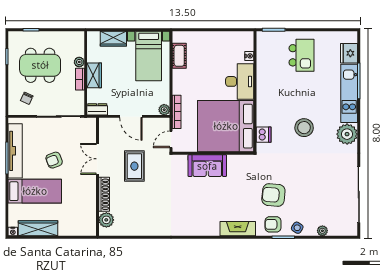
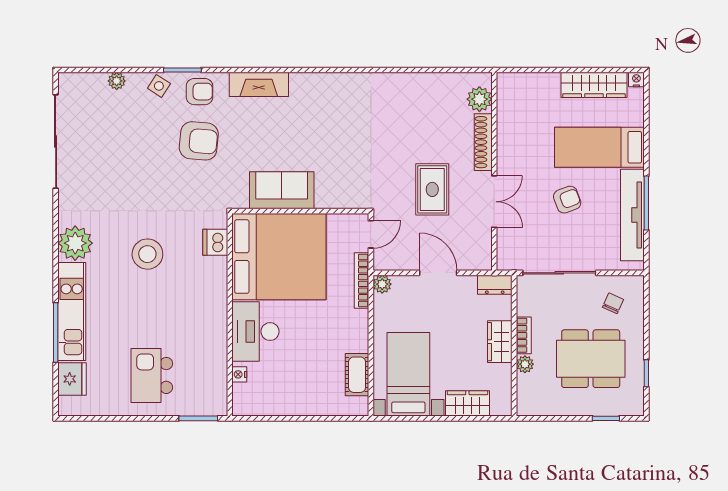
sofa: (207, 166) -> (282, 190), moved

